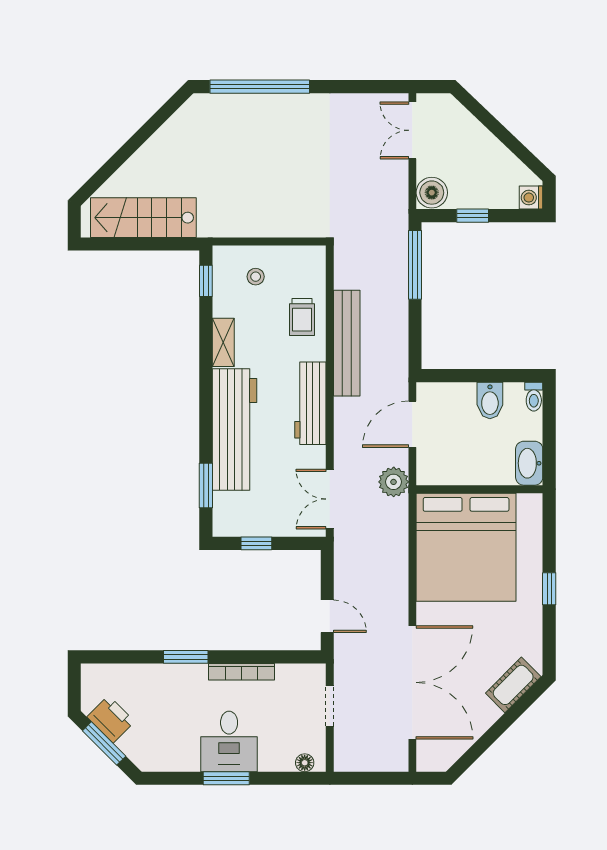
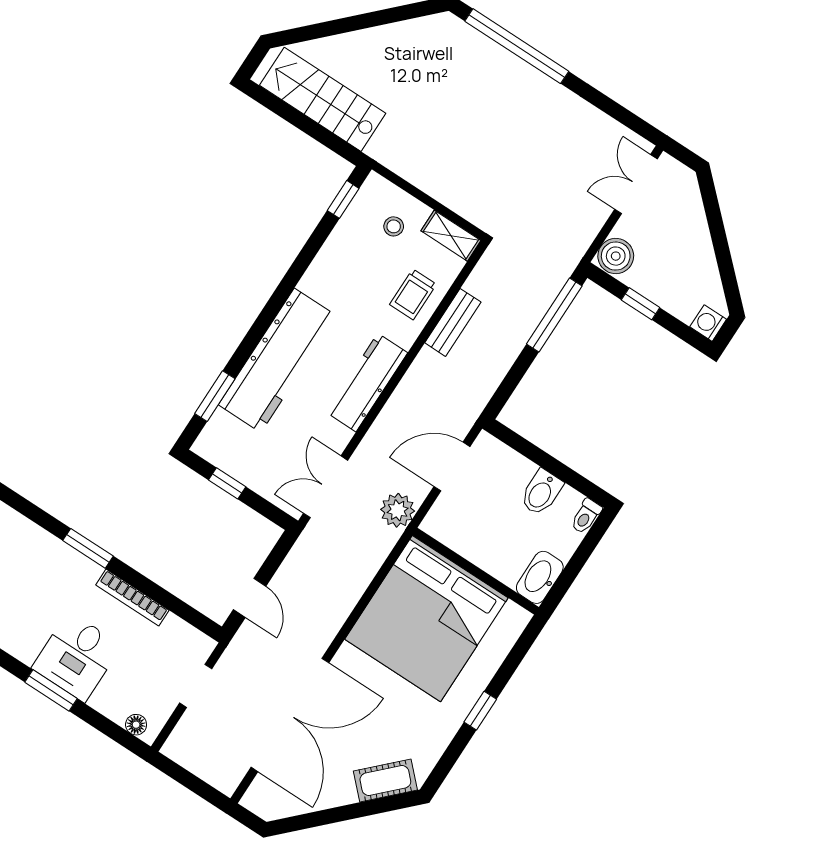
shelving: (223, 342) -> (451, 236), moved, turned 90
bench: (347, 343) -> (453, 322), width x0.54, depth x0.82

